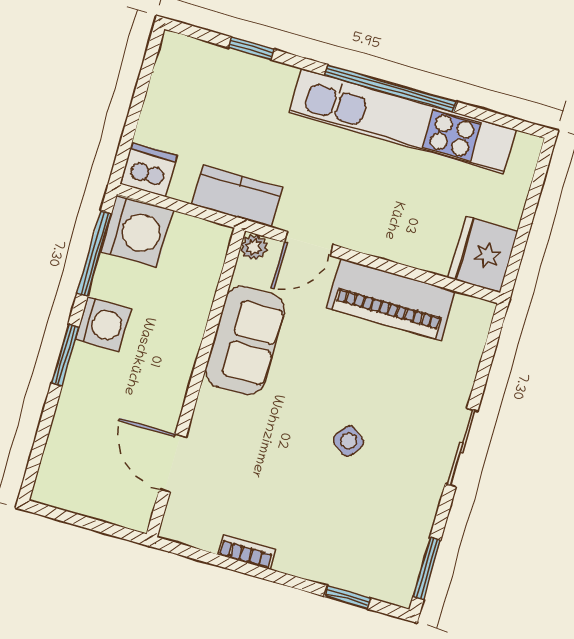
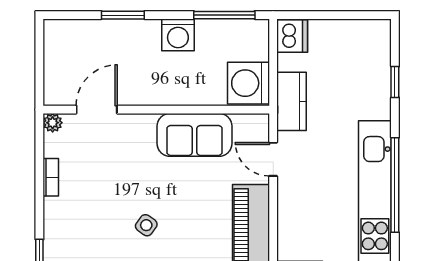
washing machine: (137, 231) -> (248, 83), moved, turned 90
plant: (254, 247) -> (53, 123), moved
window: (65, 355) -> (123, 15), moved

